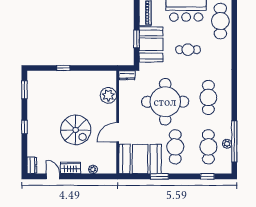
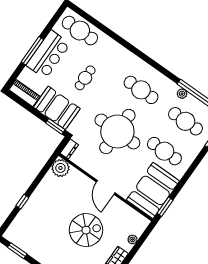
window: (136, 39) -> (55, 126), moved
plant: (108, 95) -> (60, 168), moved
door: (118, 132) -> (106, 187), moved
plant: (227, 144) -> (182, 94), moved
window: (159, 176) -> (165, 207), moved

